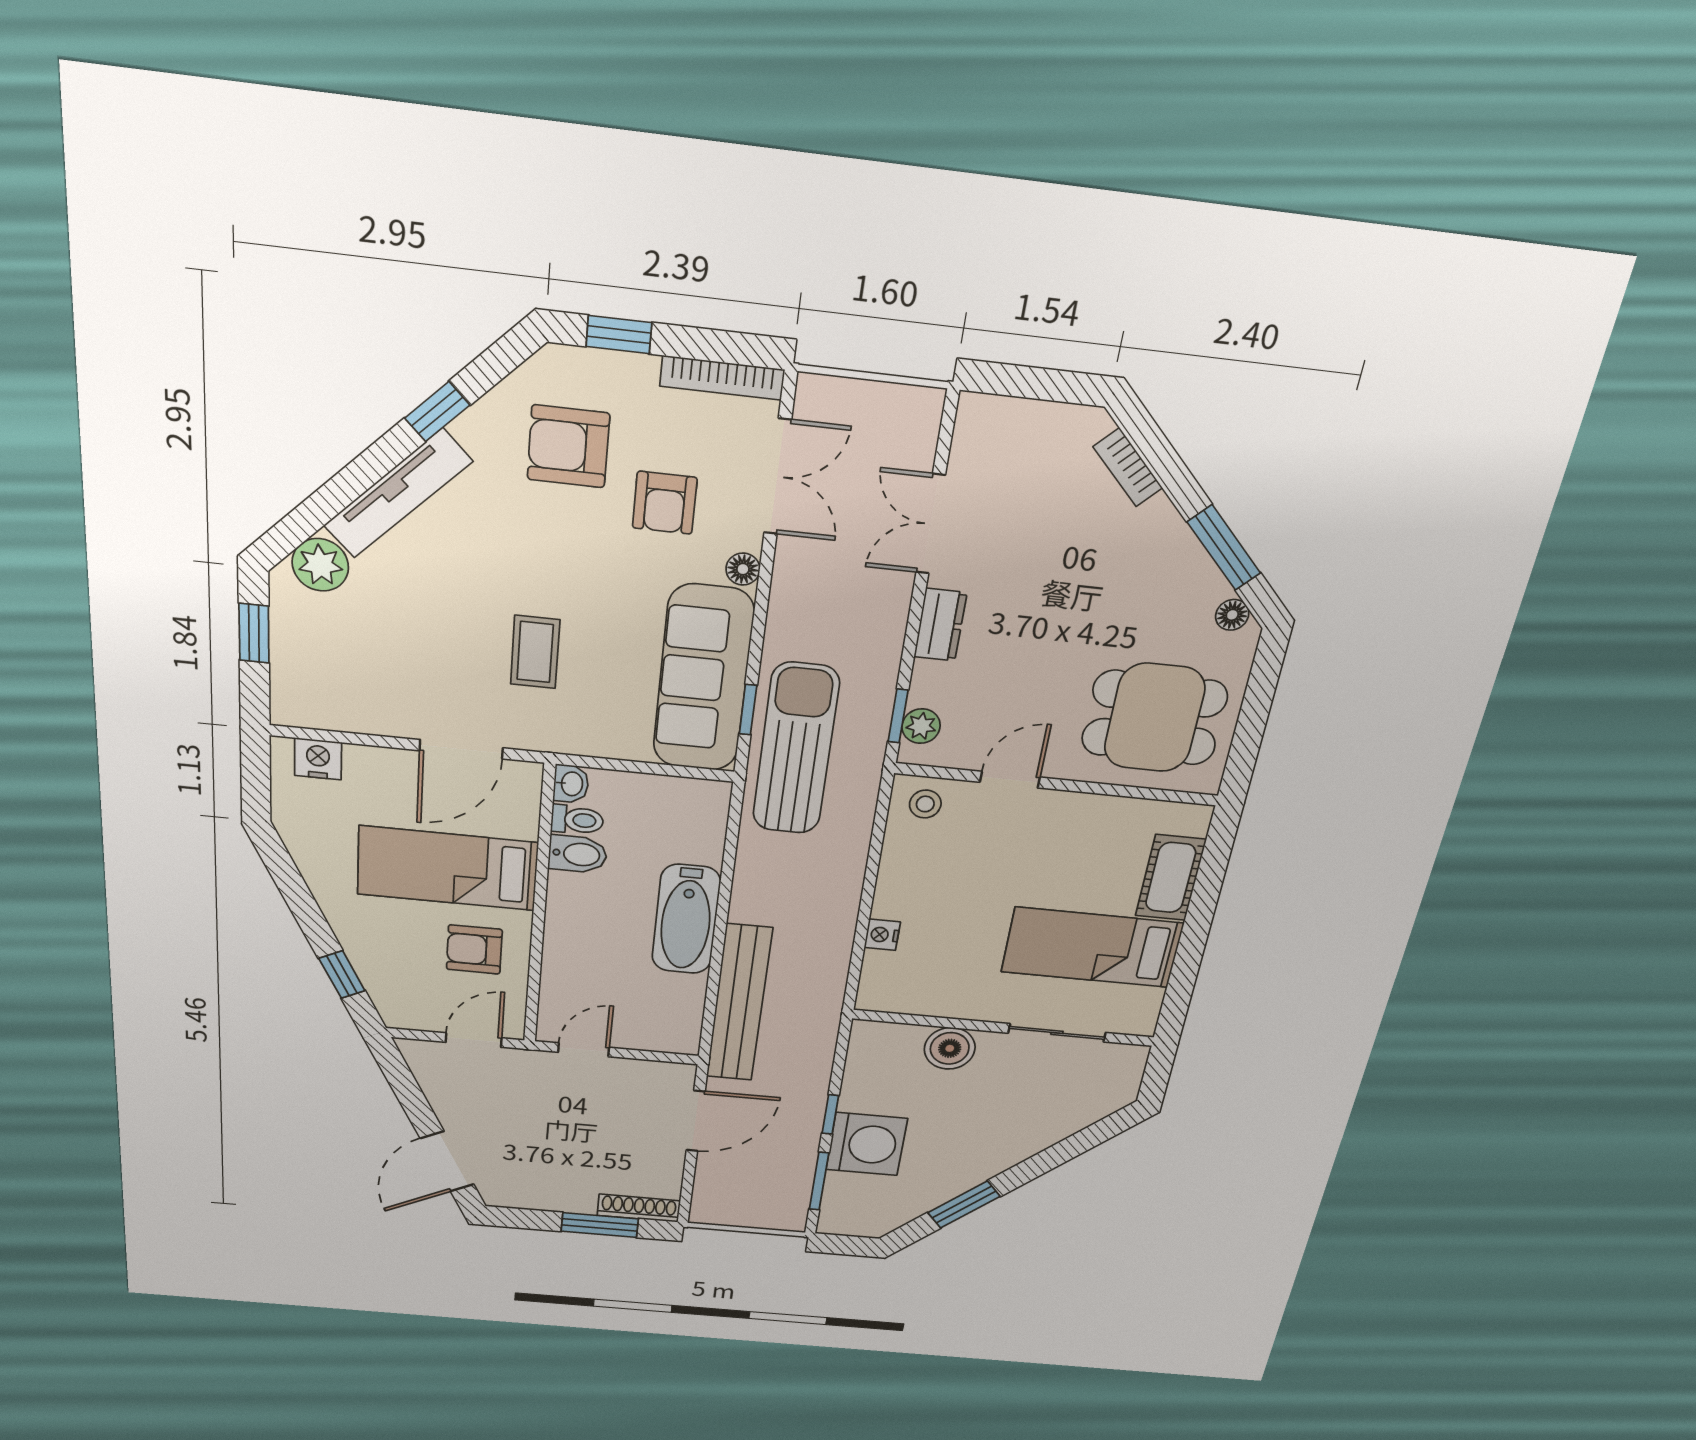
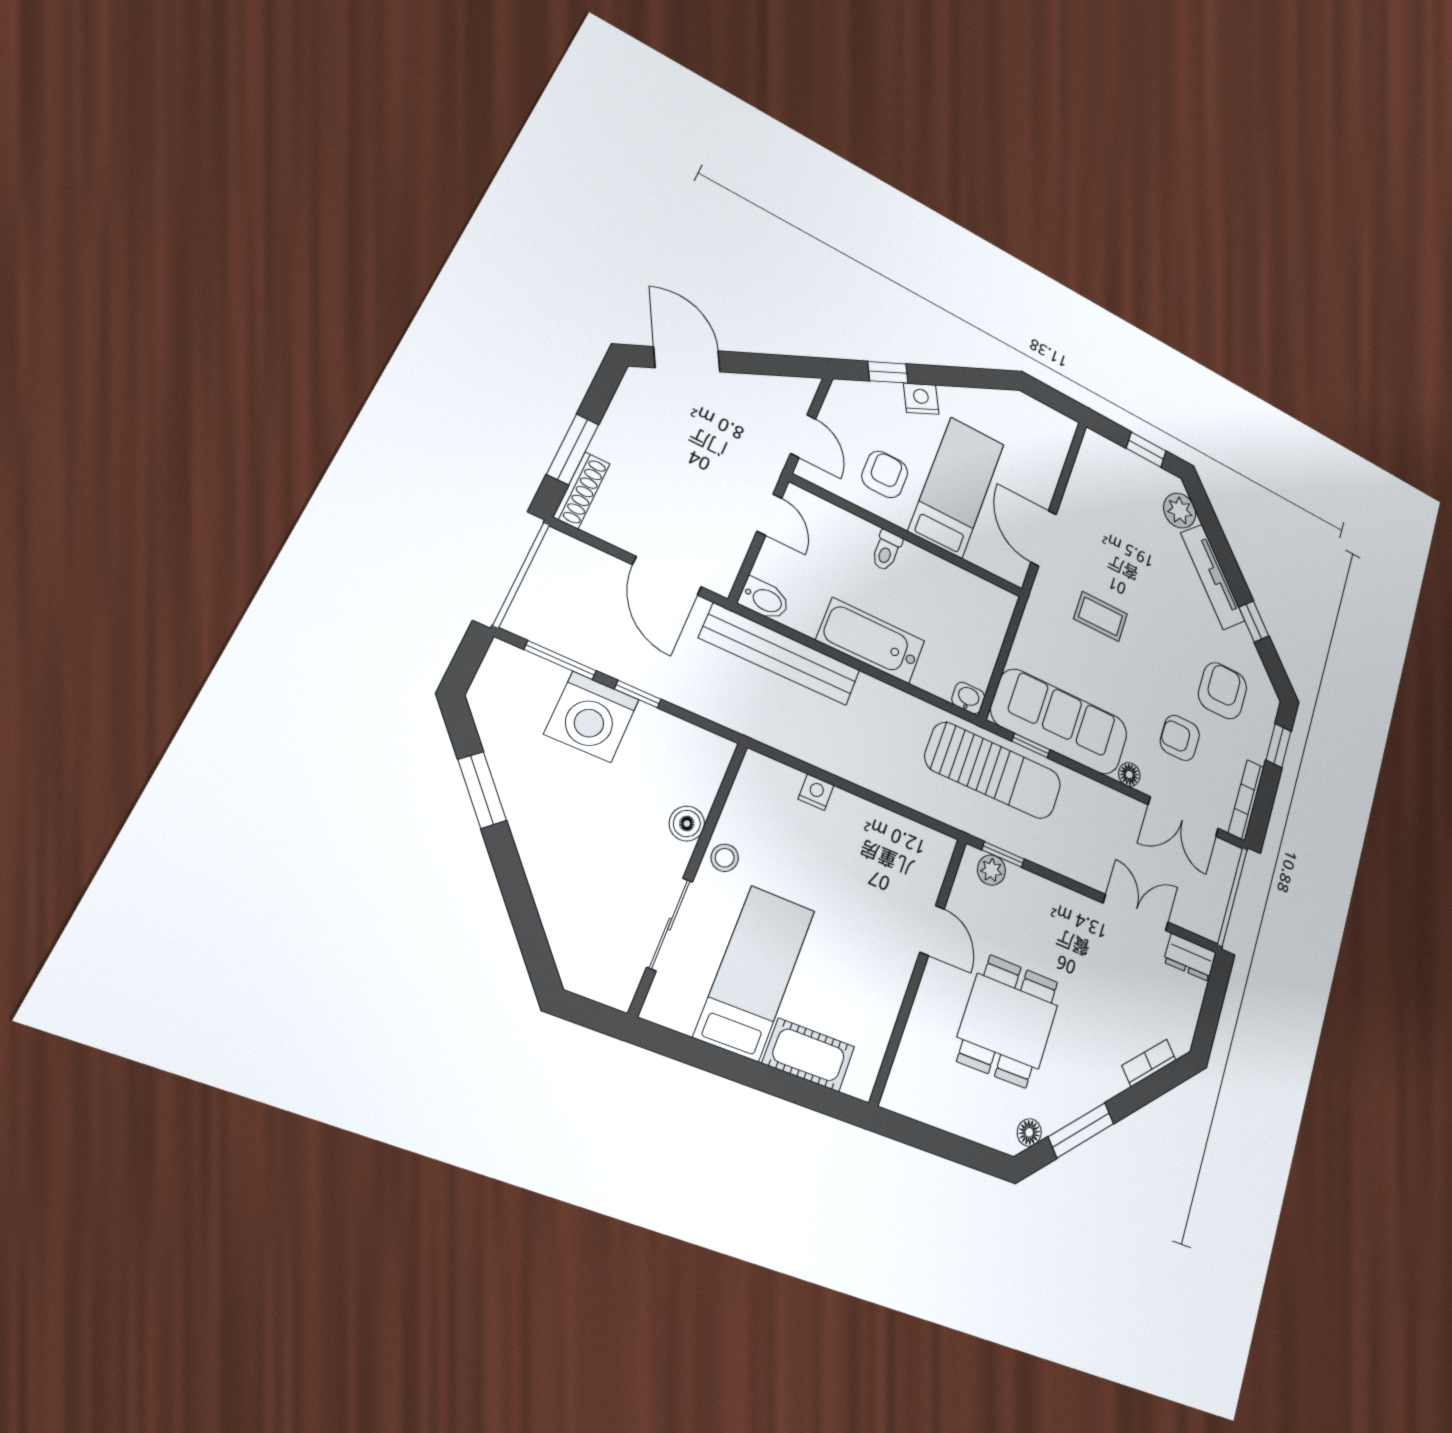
dresser: (940, 625) -> (1190, 957), moved
dining table: (1154, 718) -> (1008, 1021), moved
nightstand: (318, 759) -> (921, 399), moved, turned -117
washbasin: (571, 784) -> (968, 698), moved, turned 180
stool: (925, 804) -> (725, 858), moved
toilet: (577, 820) -> (887, 550), moved
bidet: (578, 854) -> (764, 599), moved, turned -90
boiler: (950, 1048) -> (687, 824), width x0.73, depth x0.73

